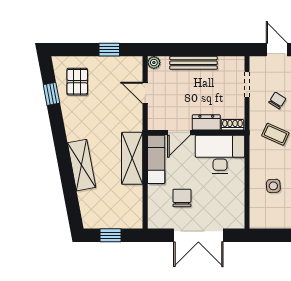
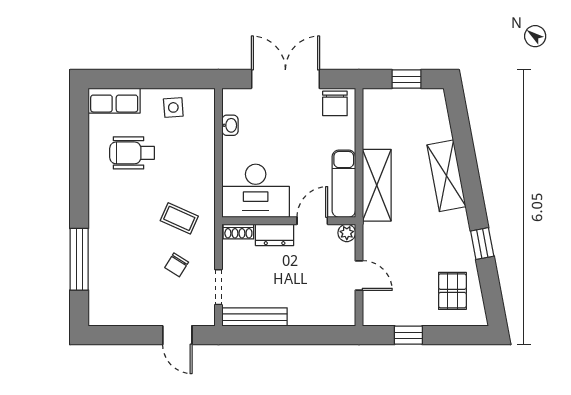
plant: (154, 63) -> (347, 233), moved
bench: (193, 63) -> (255, 317), moved
window: (51, 94) -> (482, 244), moved
side table: (273, 186) -> (173, 107), moved
chair: (182, 198) -> (335, 103), moved
washbasin: (239, 202) -> (230, 125), added

